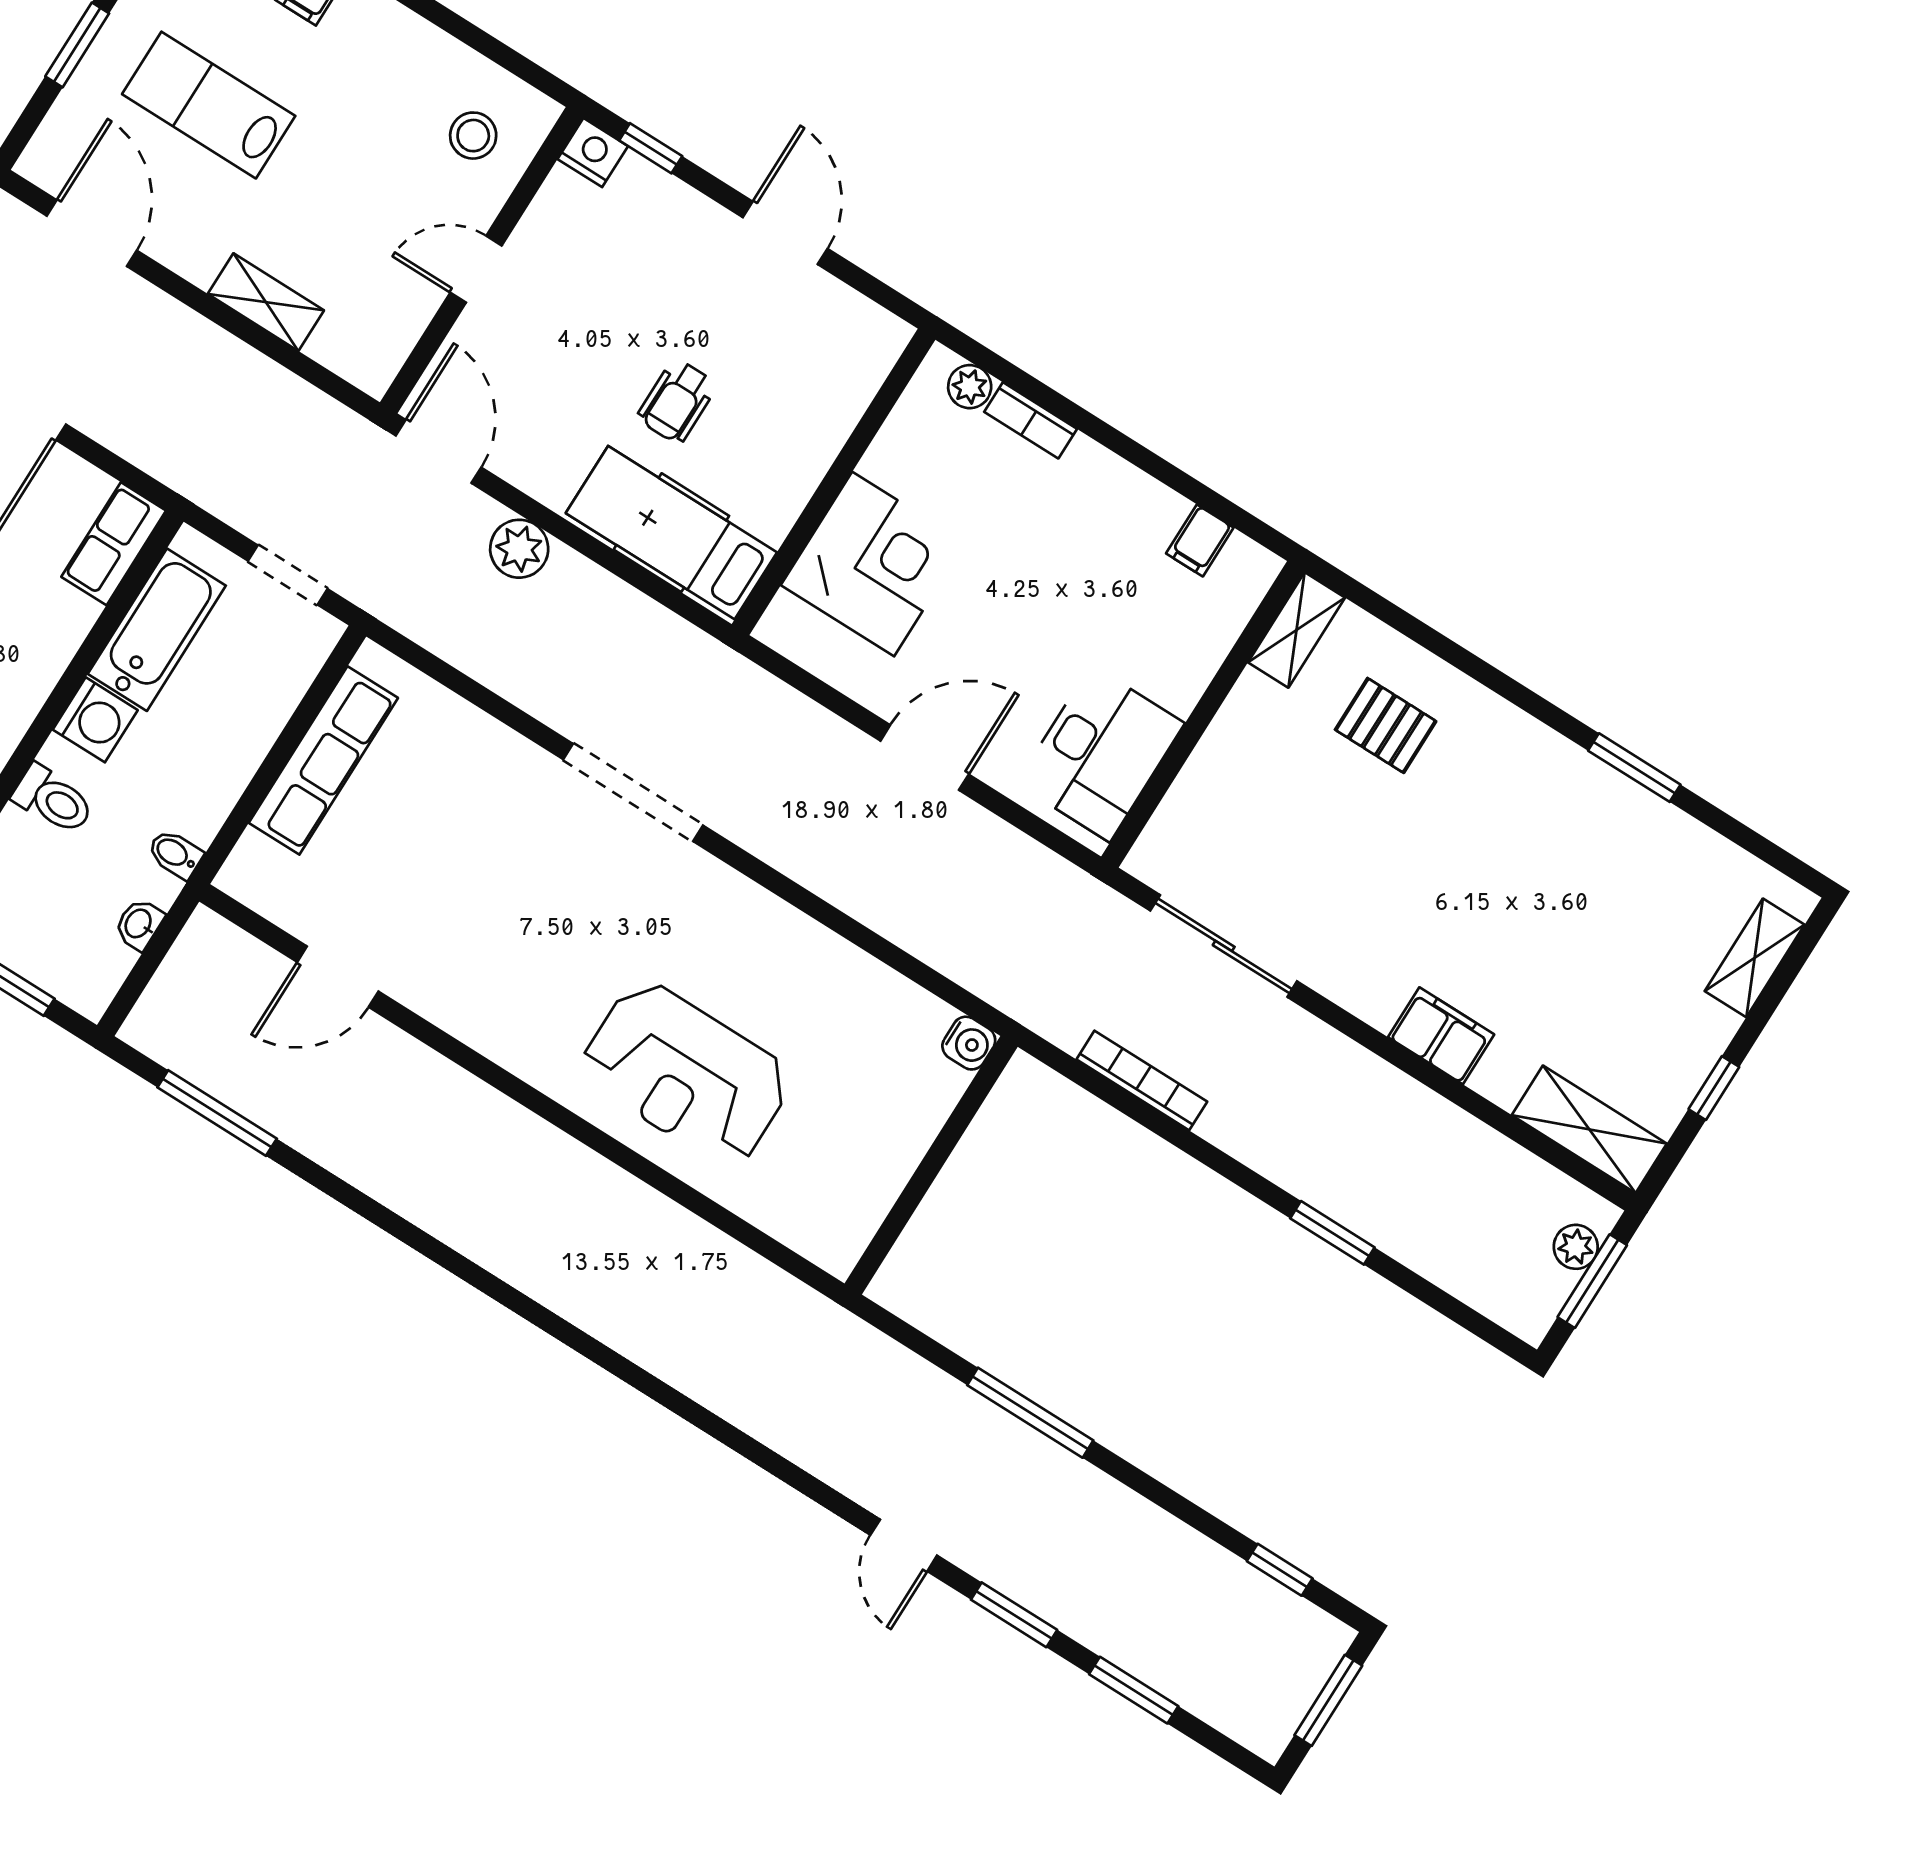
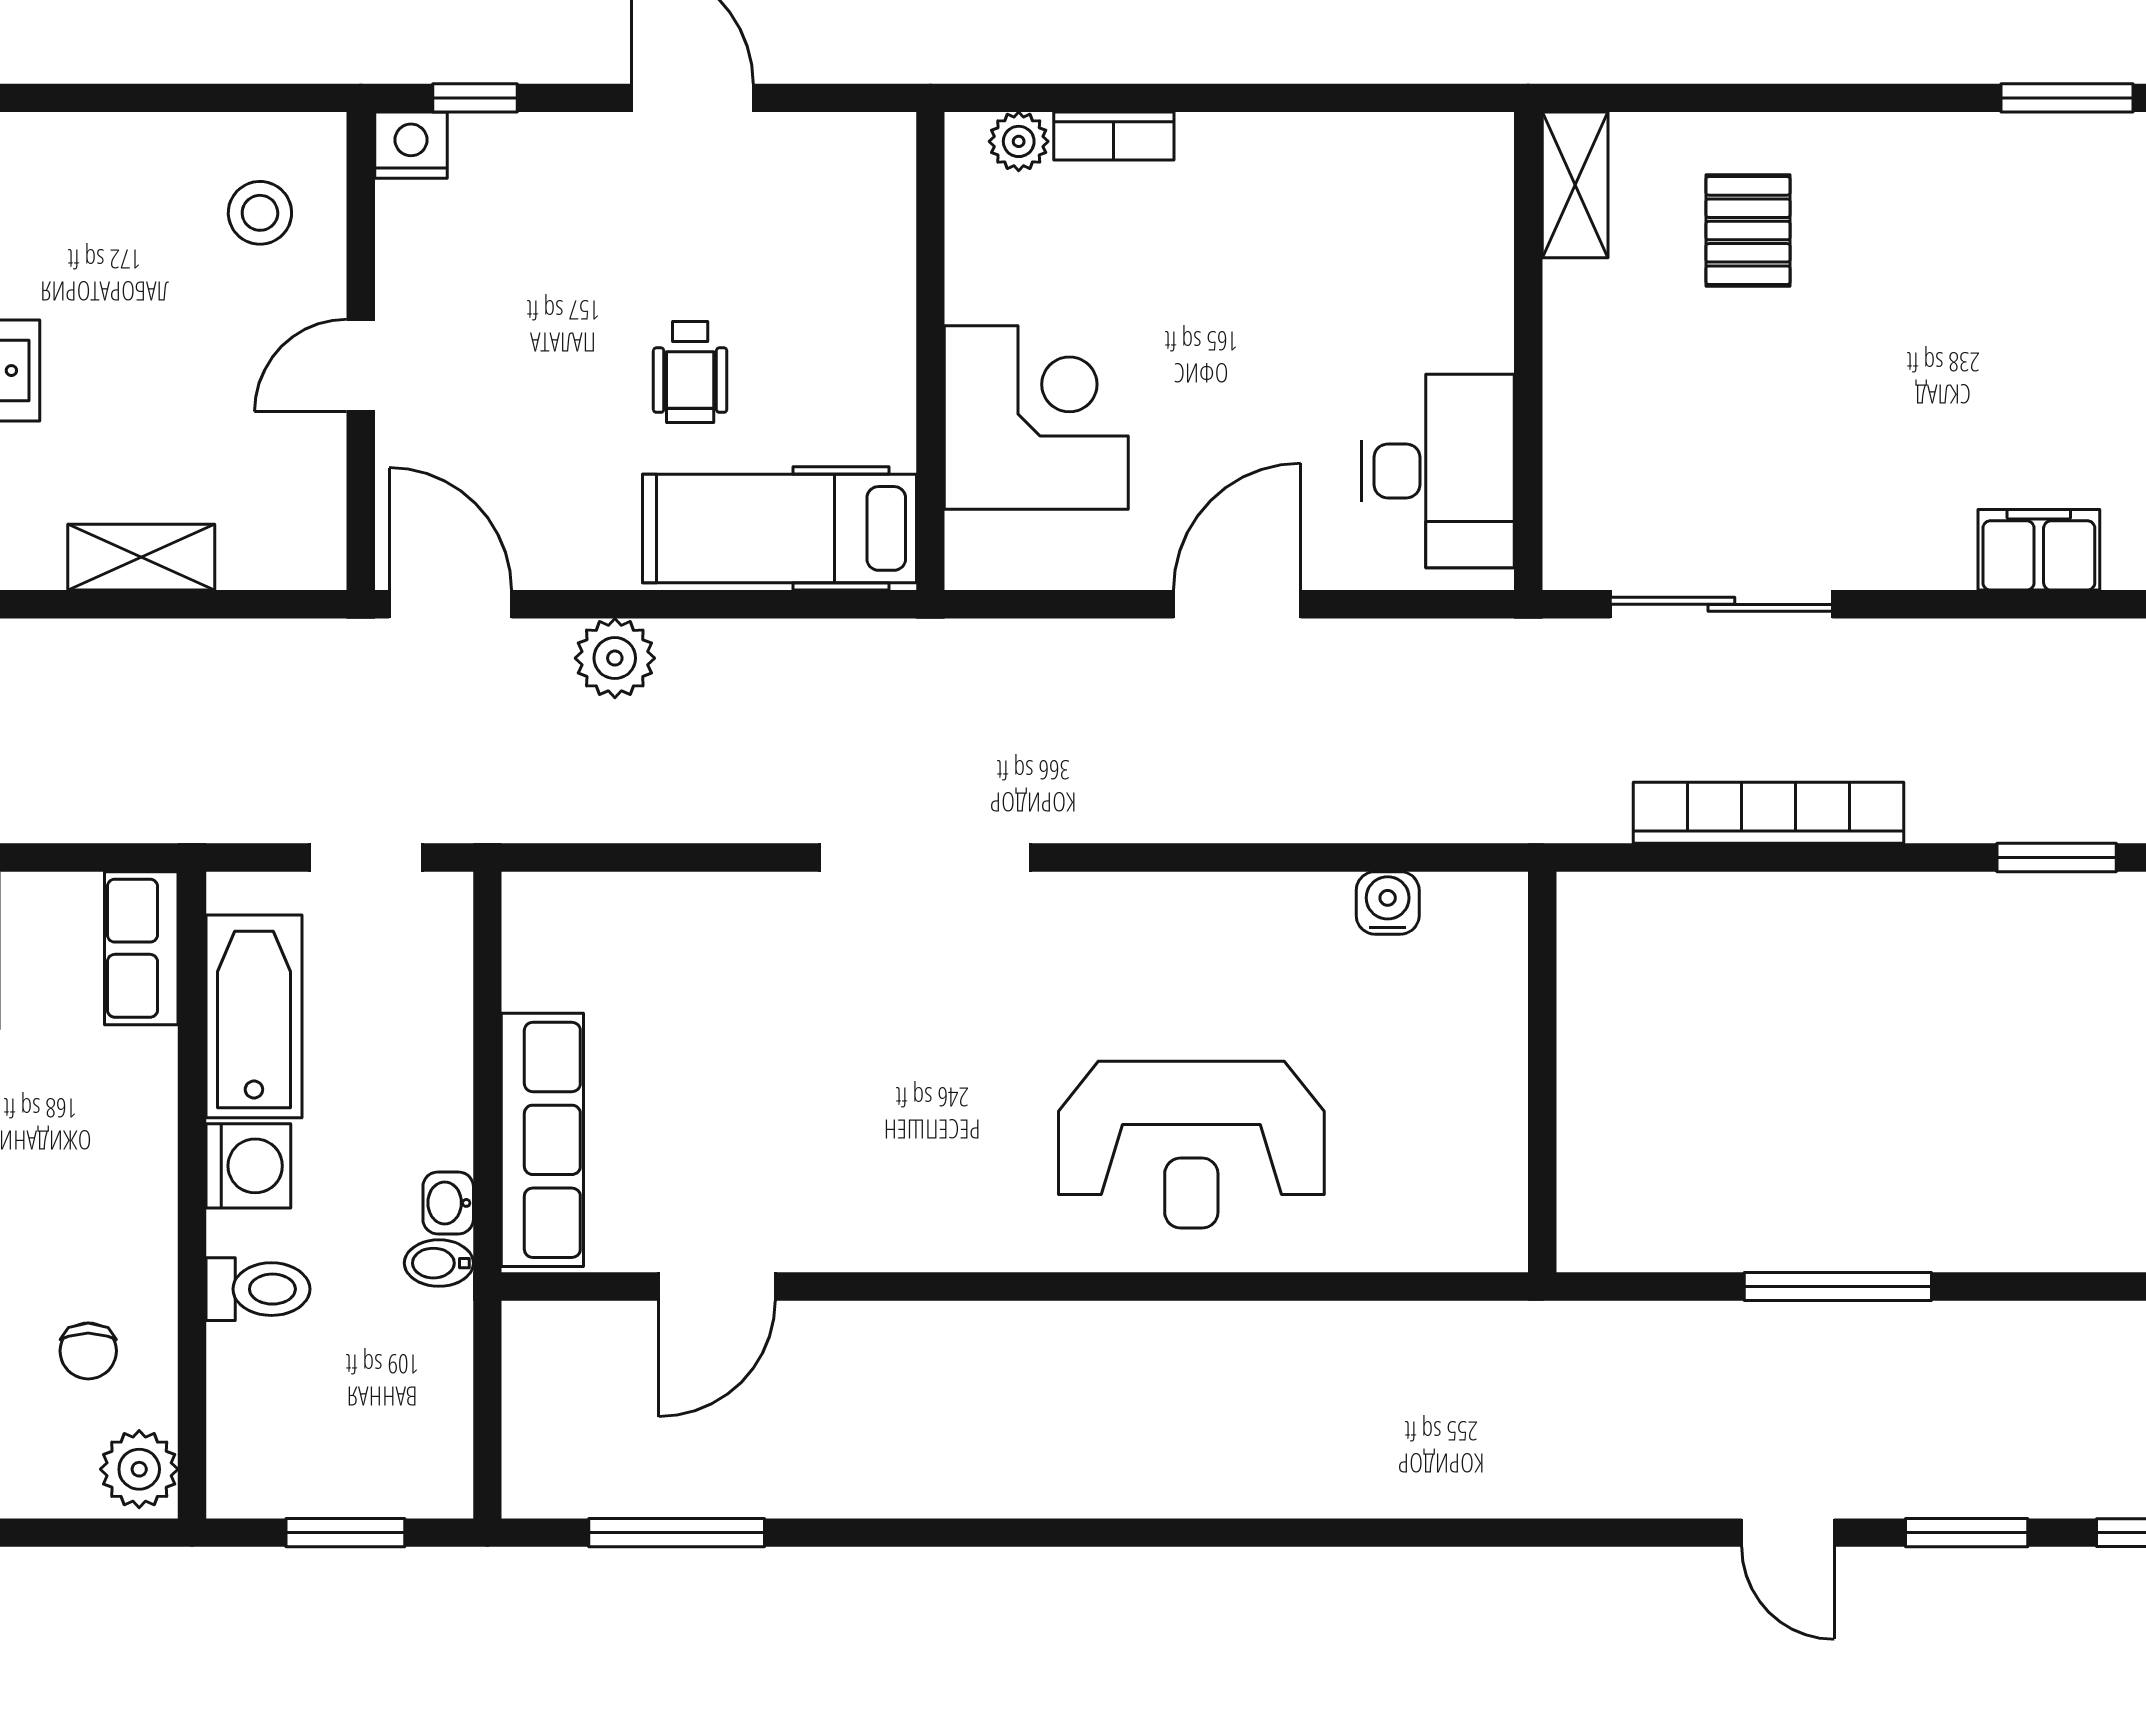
filing cabinet: (1200, 540) -> (1398, 152), removed
pallet: (1386, 725) -> (1748, 231), turned 90
row of seats: (323, 760) -> (542, 1140), moved
washbasin: (139, 924) -> (448, 1203), moved
water cooler: (969, 1043) -> (1388, 903), moved, turned -90
bookcase: (1142, 1081) -> (1769, 813), width x1.48, depth x1.31

